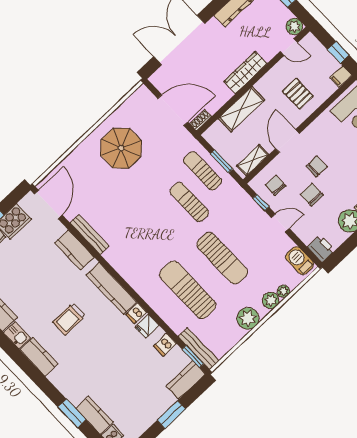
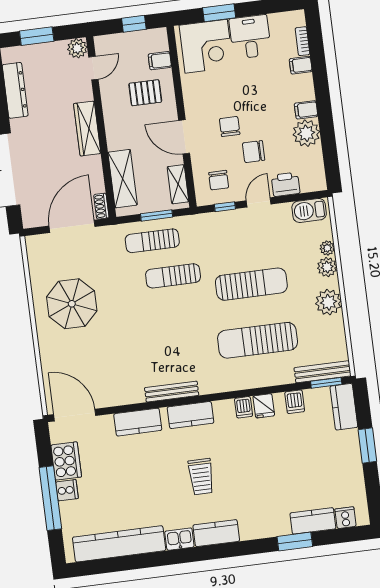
filing cabinet: (341, 76) -> (160, 61), moved, turned 90
shelving: (241, 109) -> (123, 179), moved
chair: (276, 185) -> (219, 180), turned -92
bench: (89, 235) -> (172, 392), moved
printer: (321, 249) -> (286, 184), moved
kitchen counter: (111, 288) -> (191, 415), width x0.67

